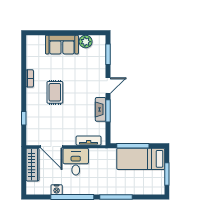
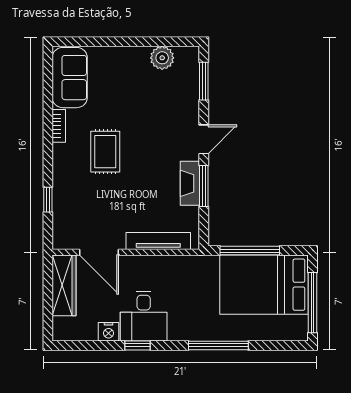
sofa: (62, 45) -> (70, 78), moved, turned -90
tv unit: (89, 141) -> (158, 241), width x1.41
bed: (141, 159) -> (264, 285), width x1.50
desk: (76, 162) -> (144, 316), moved, turned 180
window: (167, 174) -> (313, 303), width x1.44
window: (72, 197) -> (138, 345), width x0.32

